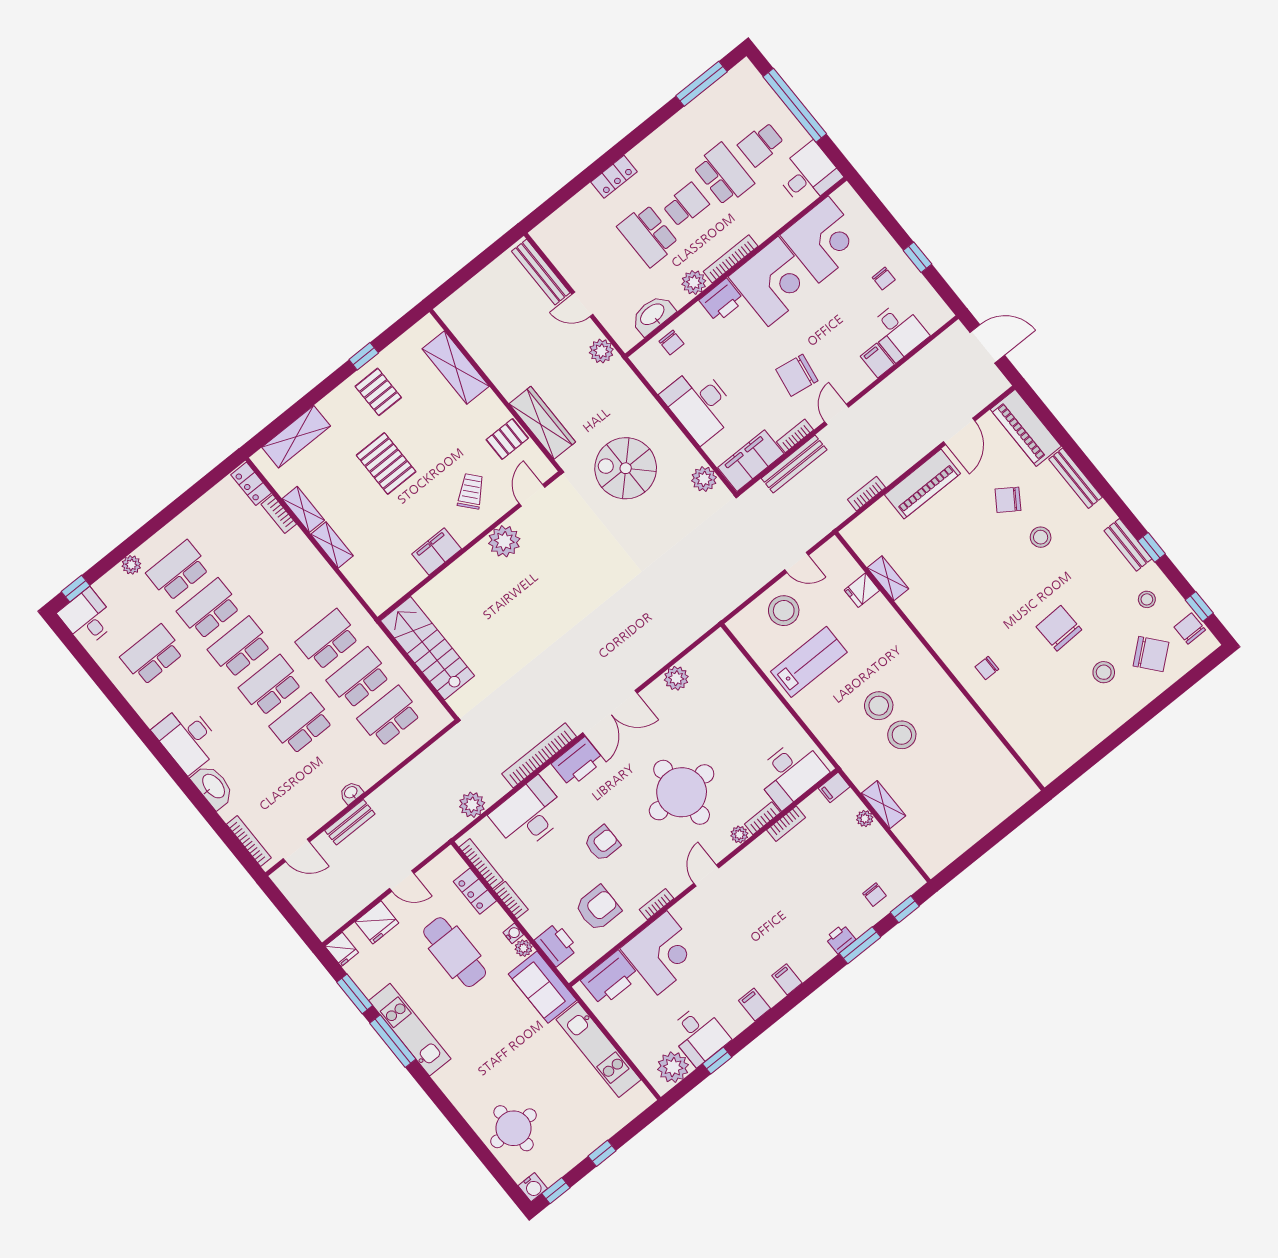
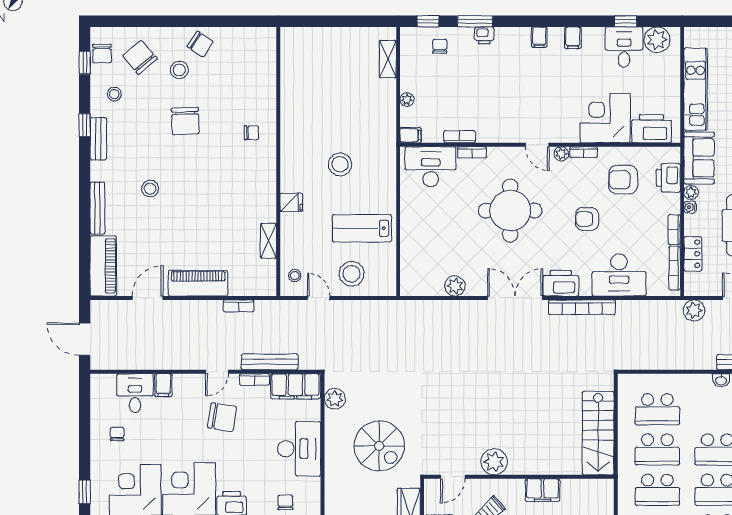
window: (917, 257) -> (85, 492), moved
chair: (1008, 500) -> (200, 44), moved
fridge: (862, 590) -> (291, 202), moved
stool: (902, 735) -> (295, 276), moved, width x0.53, depth x0.53
plant: (472, 805) -> (694, 310), moved
shelving: (883, 805) -> (388, 59), moved
plant: (739, 835) -> (561, 154), moved
door: (706, 875) -> (537, 145), hinge flipped

